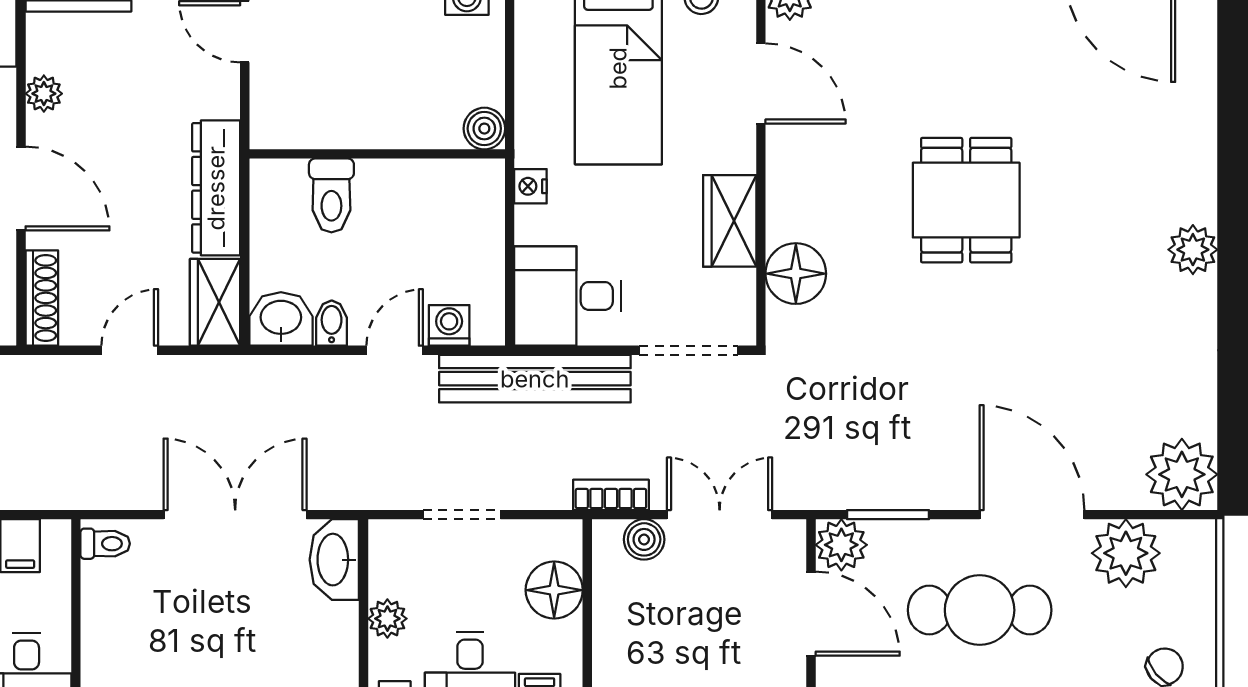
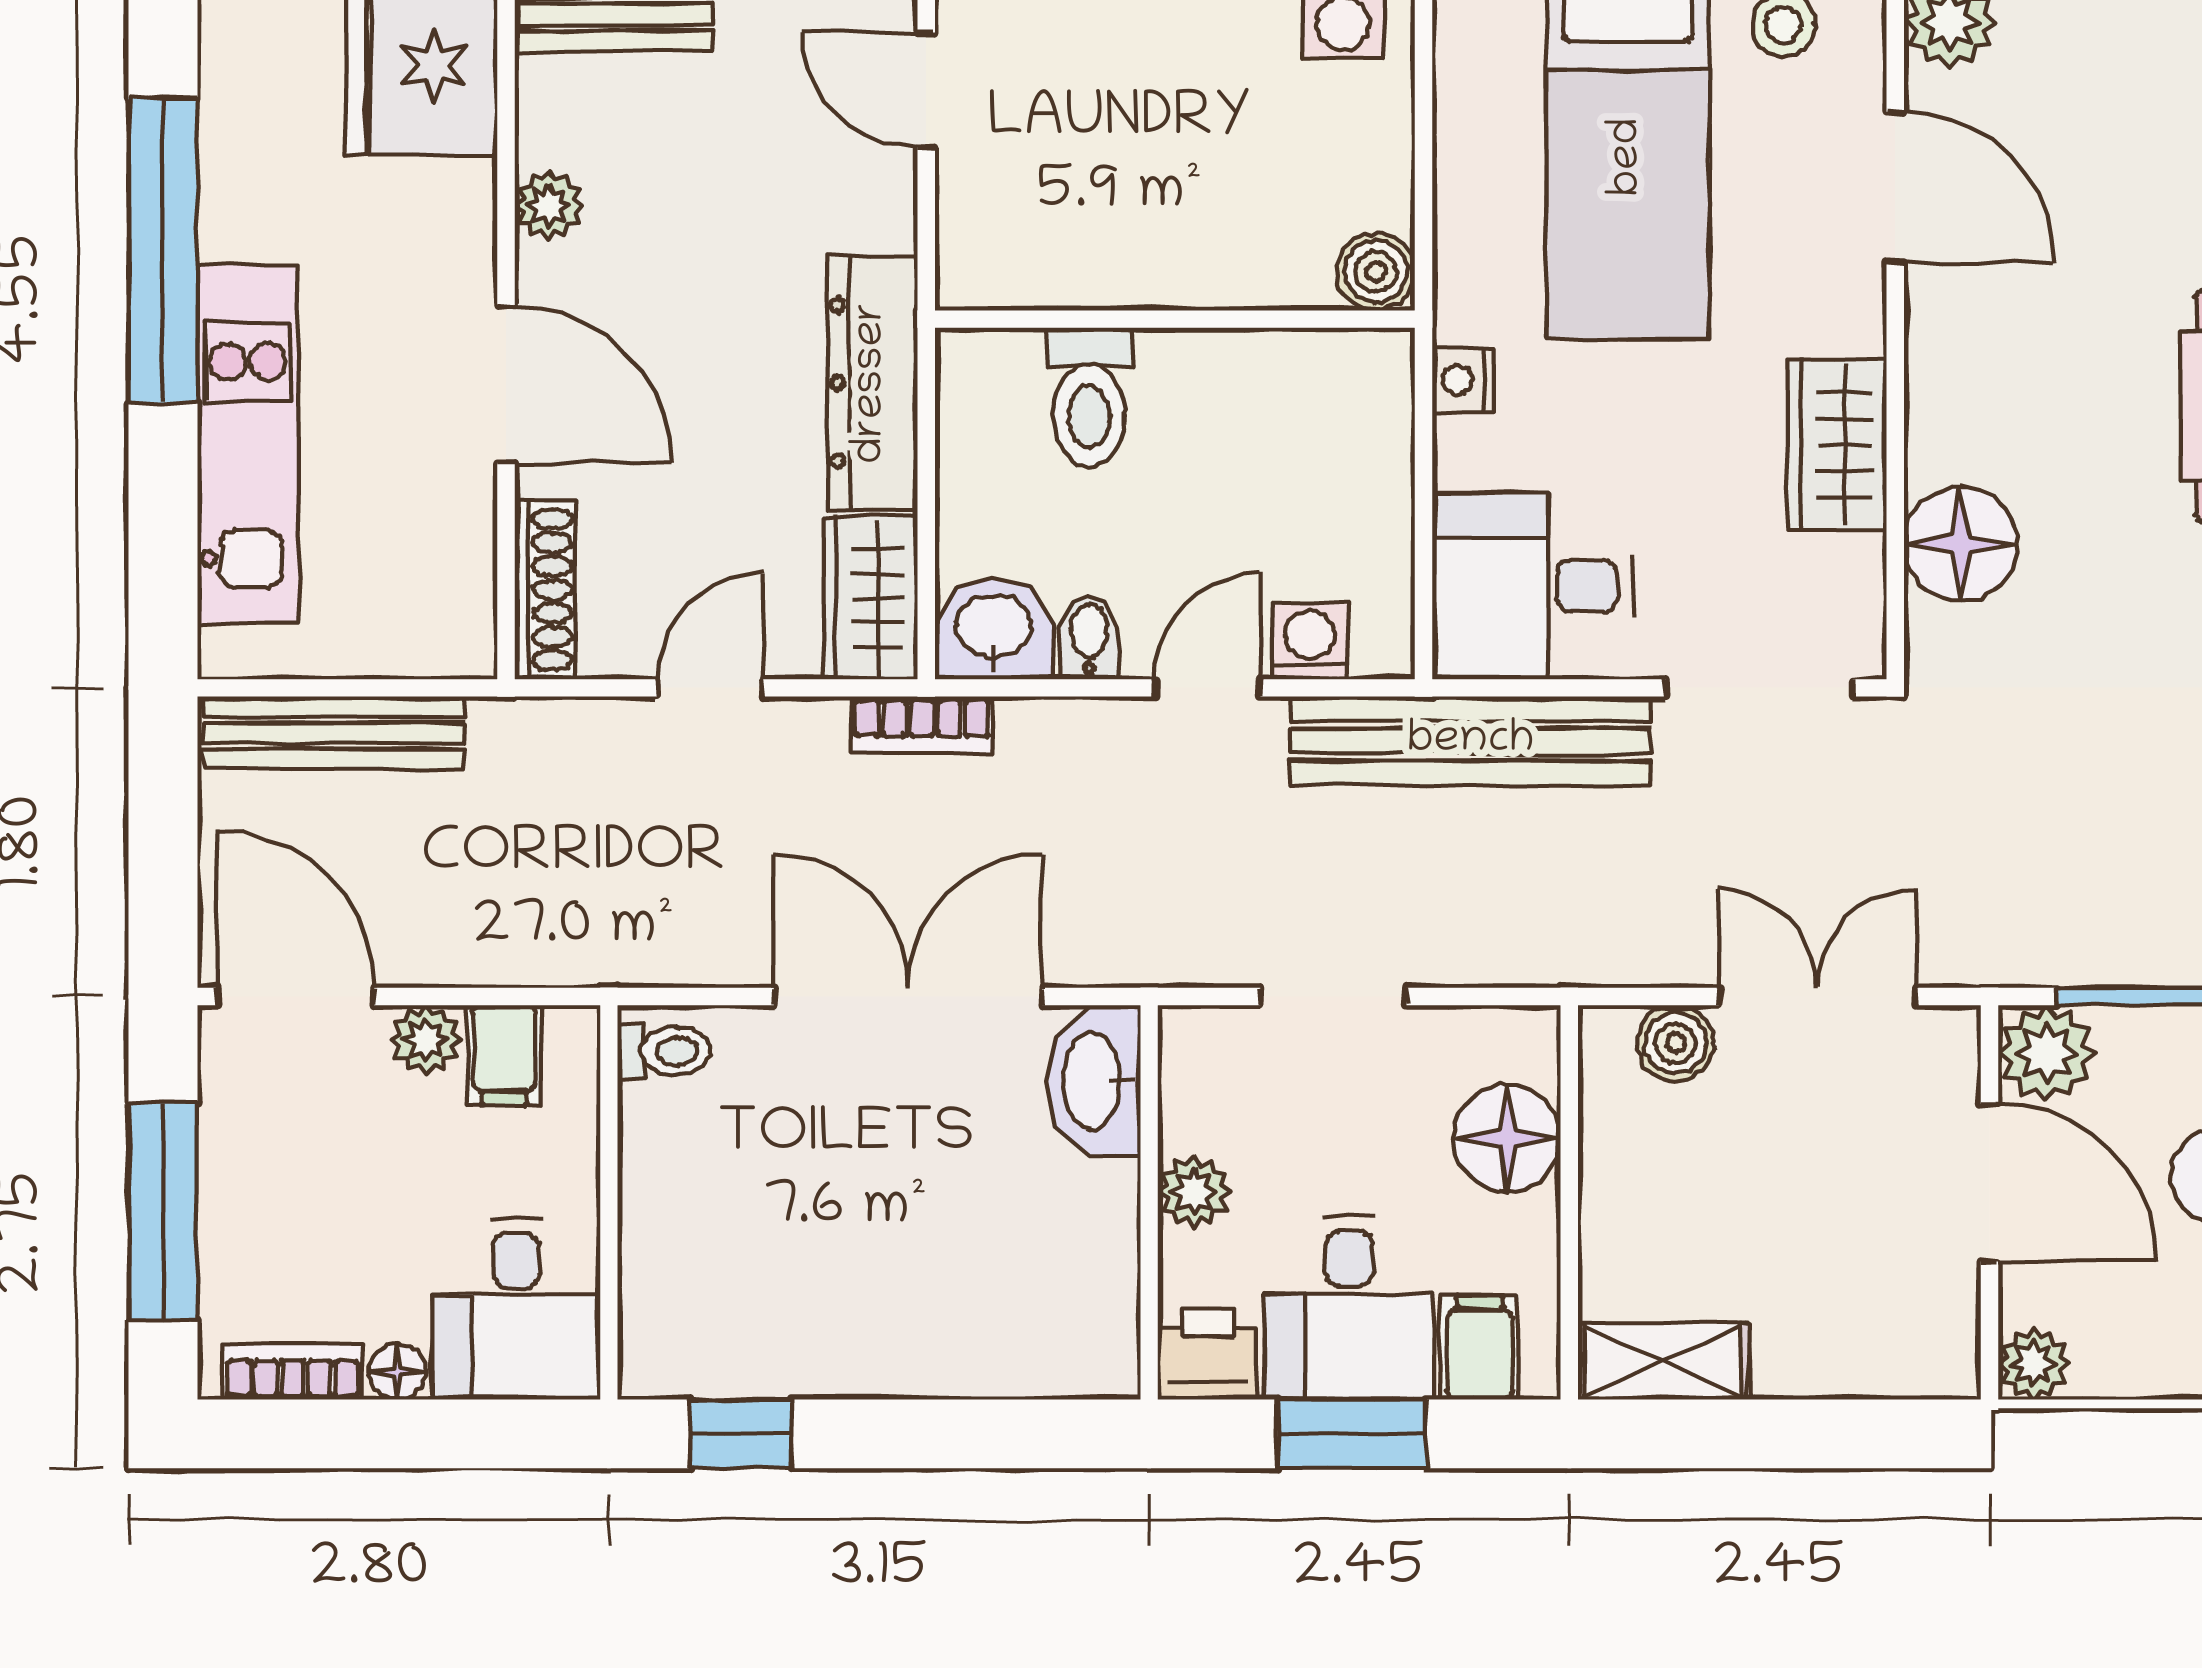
bookcase: (611, 495) -> (922, 725), moved, turned 180

